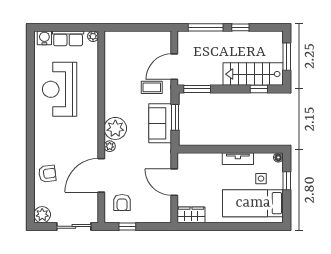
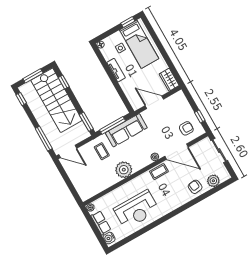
window: (240, 27) -> (21, 99), moved
door: (174, 67) -> (68, 151), moved
stairs: (253, 74) -> (57, 100), width x1.36, depth x1.51
window: (175, 117) -> (112, 125), width x1.44
sofa: (160, 123) -> (126, 130), width x1.36
plant: (115, 128) -> (124, 170), moved
coffee table: (90, 141) -> (159, 172), added
window: (287, 181) -> (128, 22), moved
door: (174, 182) -> (154, 102), swing flipped
plant: (42, 215) -> (213, 181), moved

